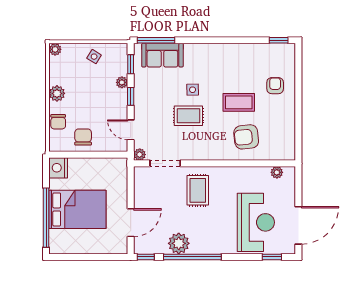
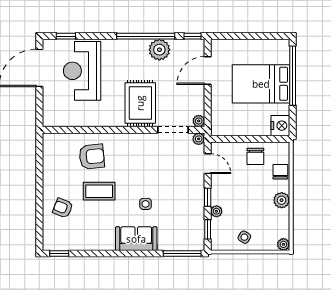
sofa: (162, 55) -> (136, 239), moved
armchair: (275, 86) -> (63, 208), turned 111
rug: (188, 116) -> (150, 178), removed
plant: (277, 172) -> (199, 121), moved
rug: (198, 190) -> (140, 103), width x1.36, depth x1.43

